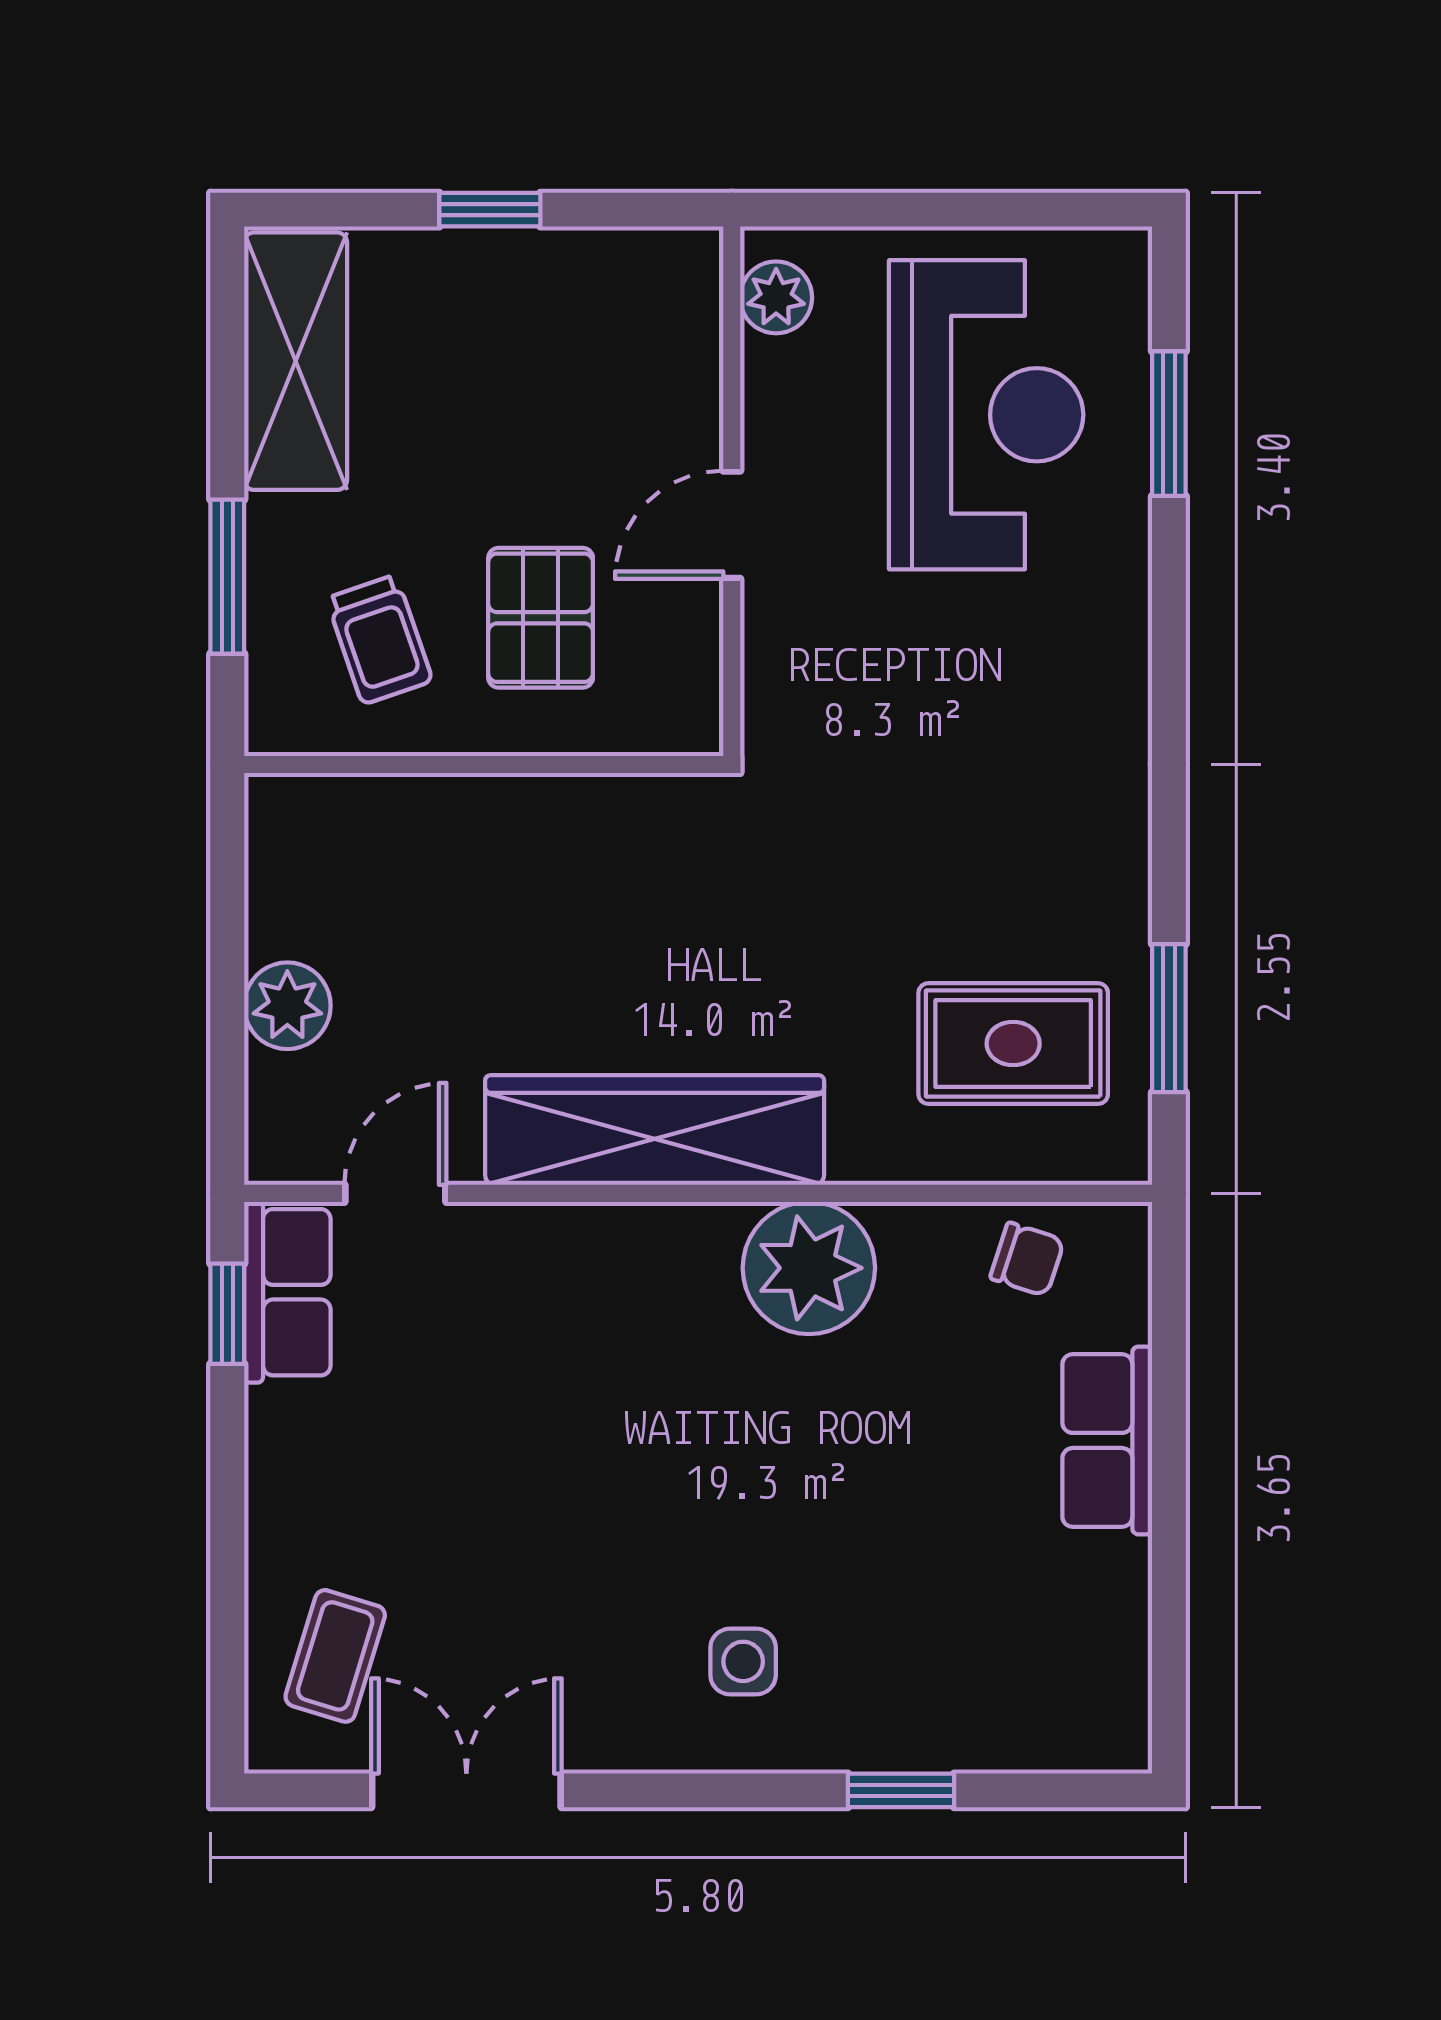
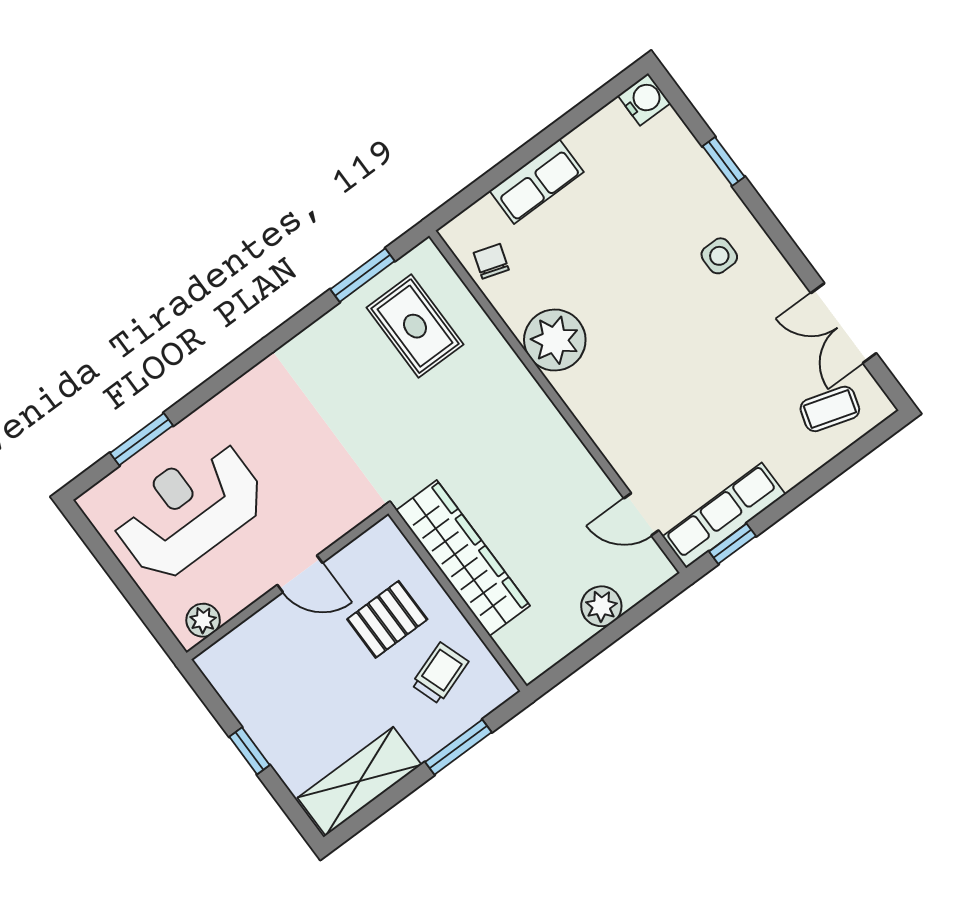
wardrobe: (655, 1130) -> (463, 558), moved, turned 180
row of seats: (287, 1292) -> (724, 515), width x1.48
water cooler: (1111, 1733) -> (644, 99), added

